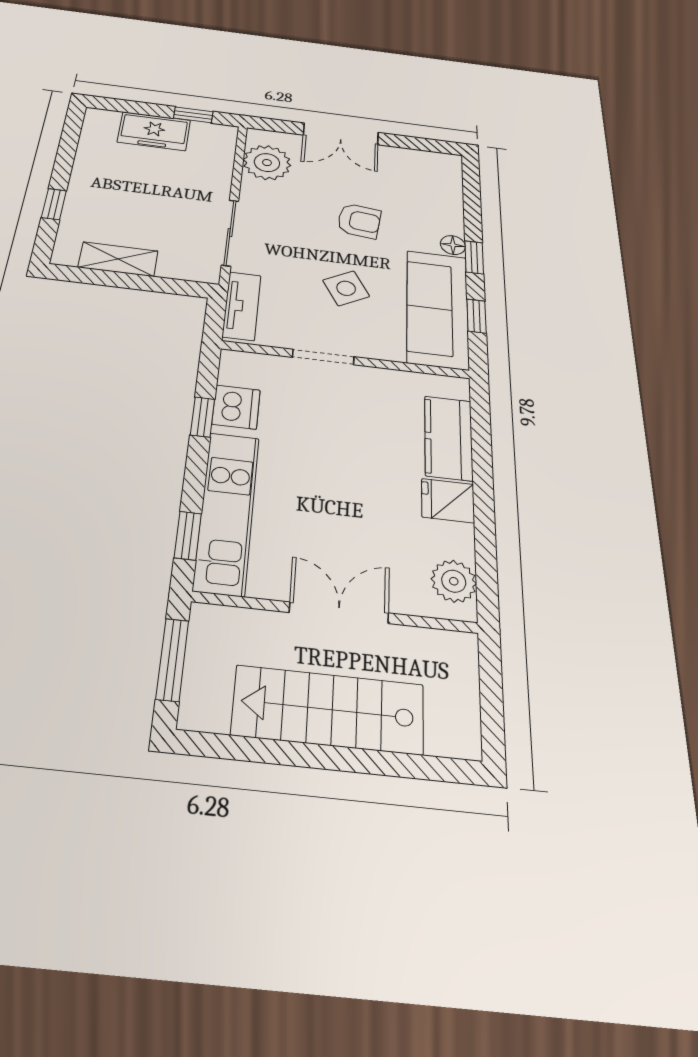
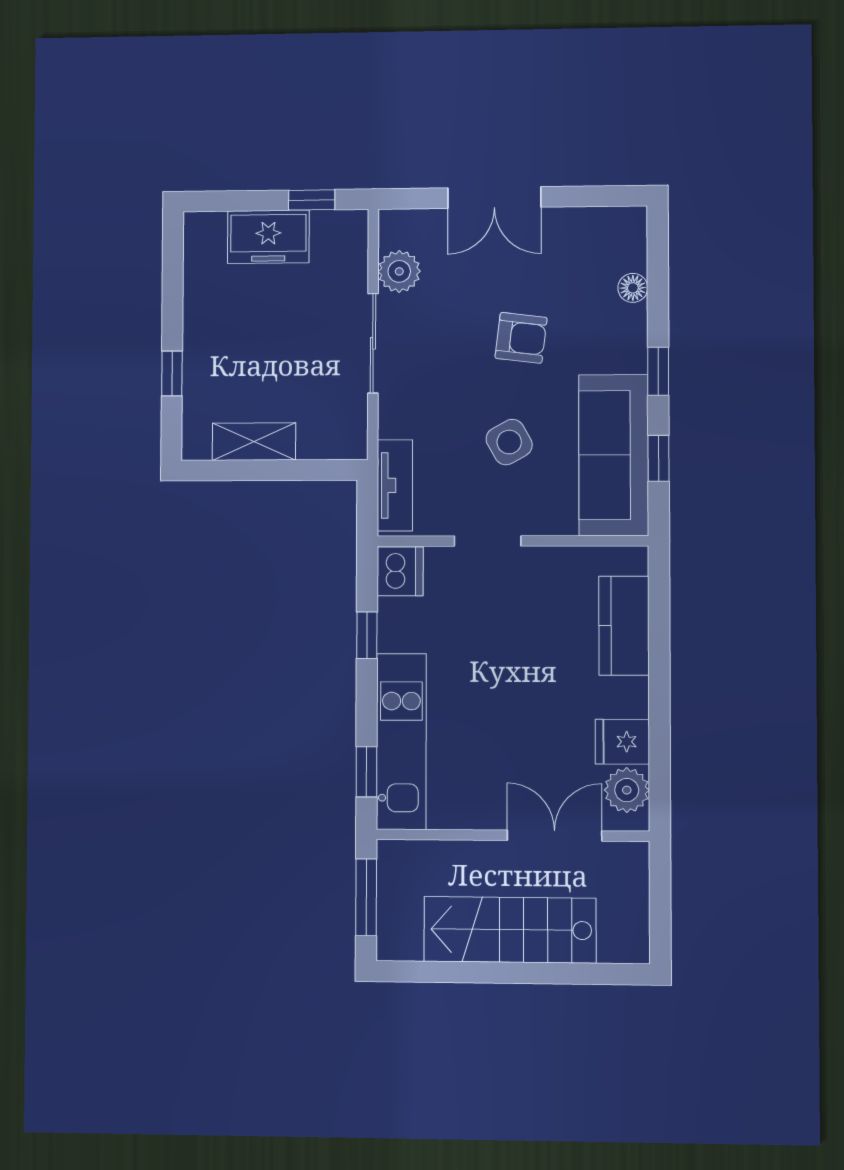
plant: (267, 163) -> (399, 271), width x0.73, depth x0.73
sliding door: (230, 233) -> (373, 343), moved
floor lamp: (453, 245) -> (633, 288), moved
dishwasher: (236, 407) -> (400, 571), moved
fridge: (448, 501) -> (622, 742), moved
double door: (339, 613) -> (555, 836), moved

